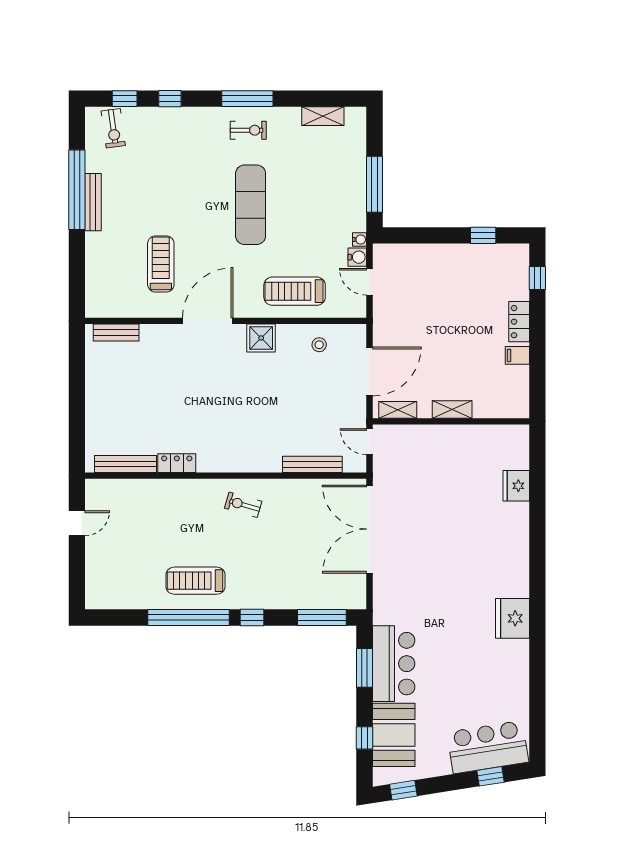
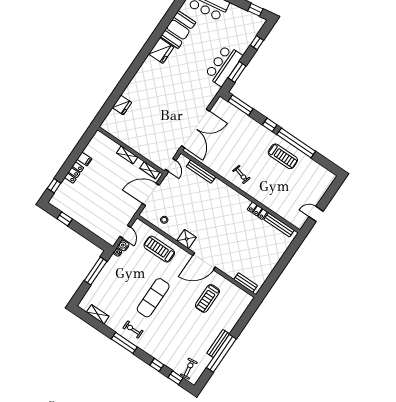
treadmill: (295, 291) -> (159, 249), turned 180
booth: (394, 735) -> (178, 30), moved

